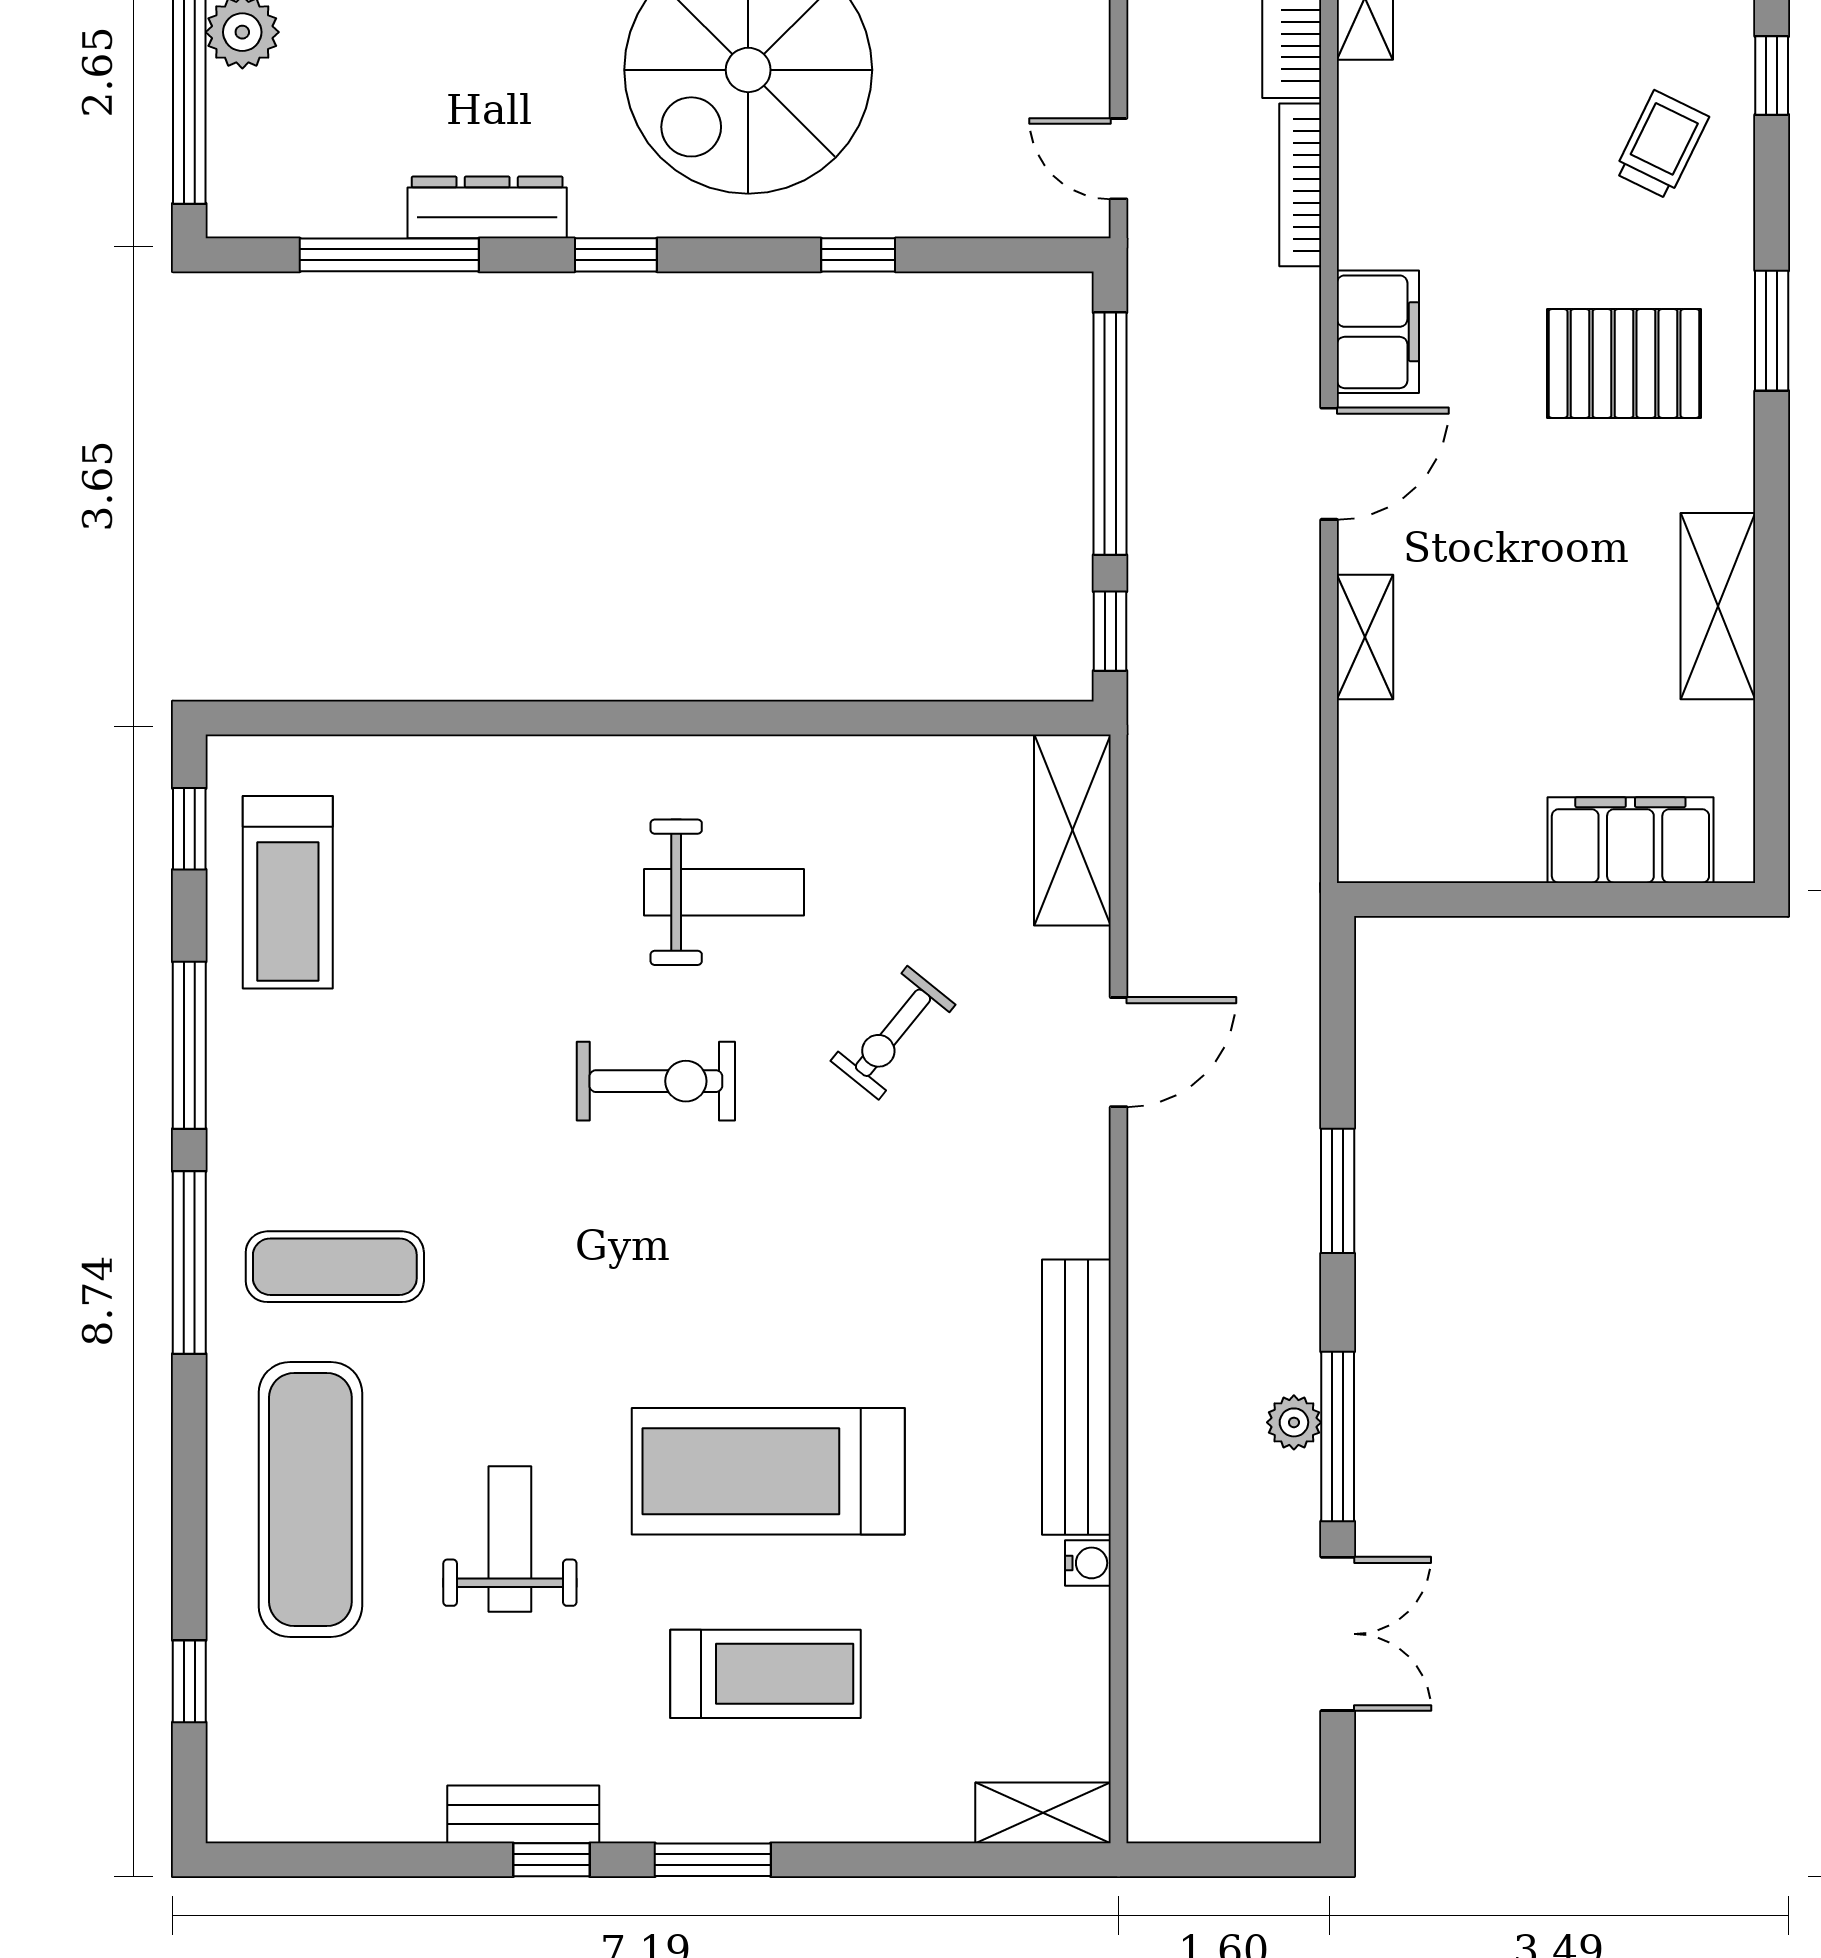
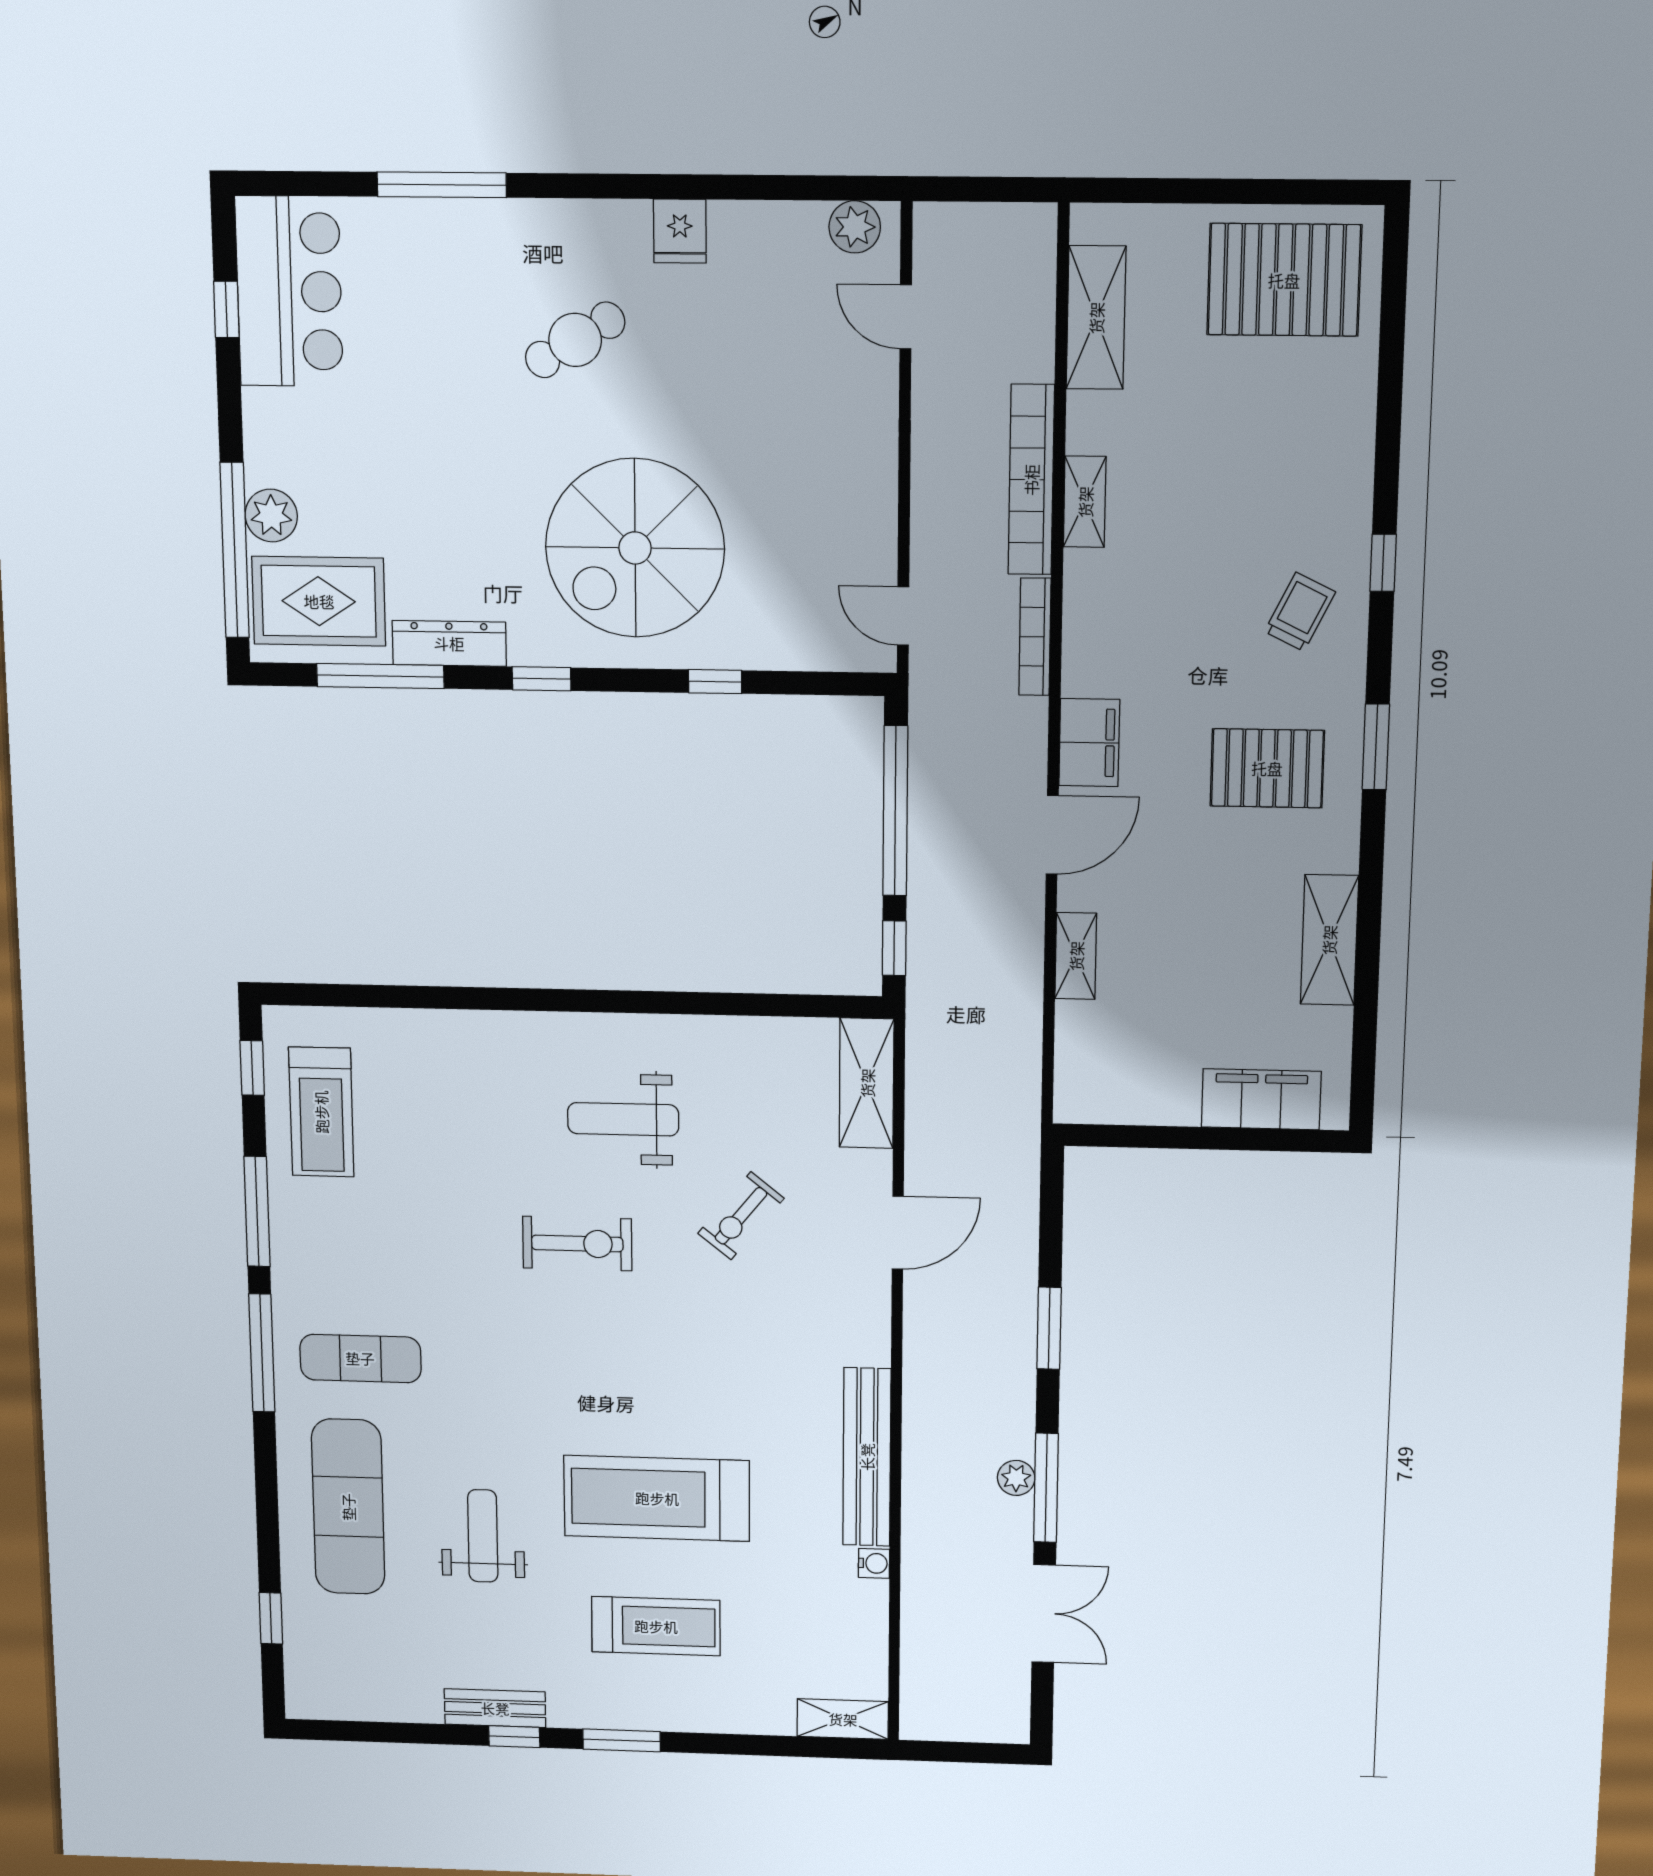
rug: (305, 151) -> (319, 601), added
weight bench: (724, 892) -> (623, 1119), turned 180

